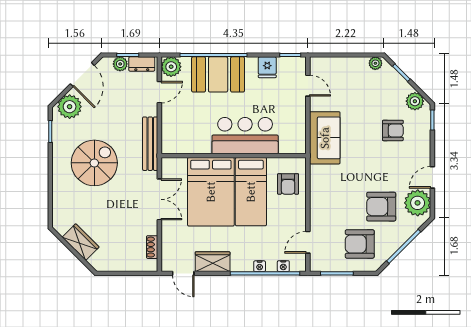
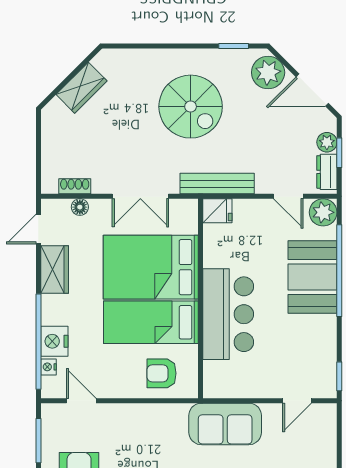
fridge: (267, 67) -> (217, 211), moved, turned 180
floor lamp: (167, 243) -> (80, 207), added
nightstand: (260, 266) -> (54, 341), width x1.89, depth x1.79

